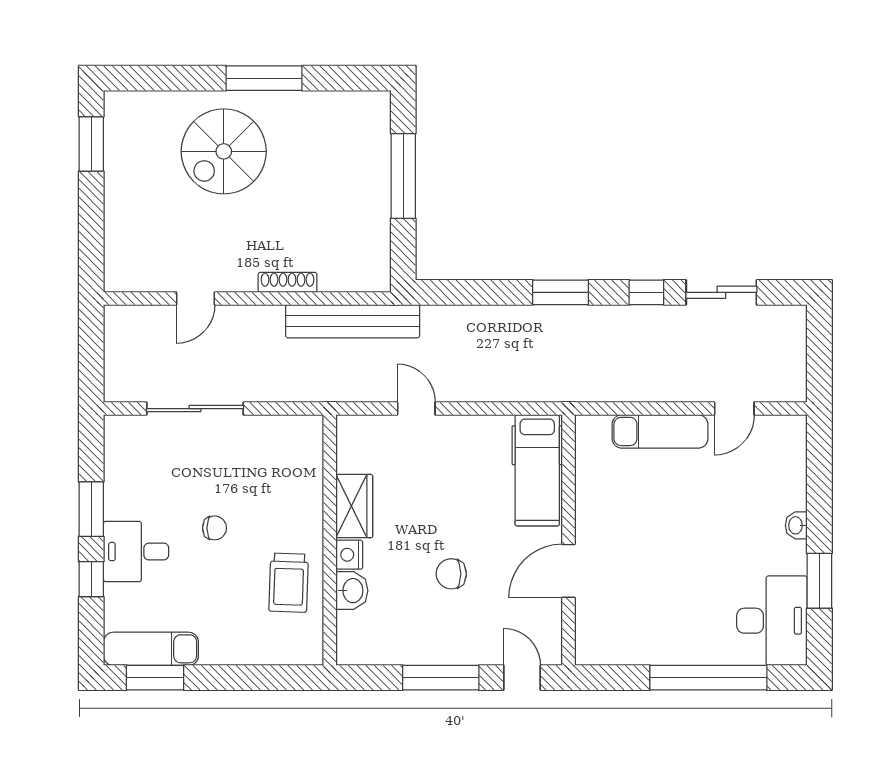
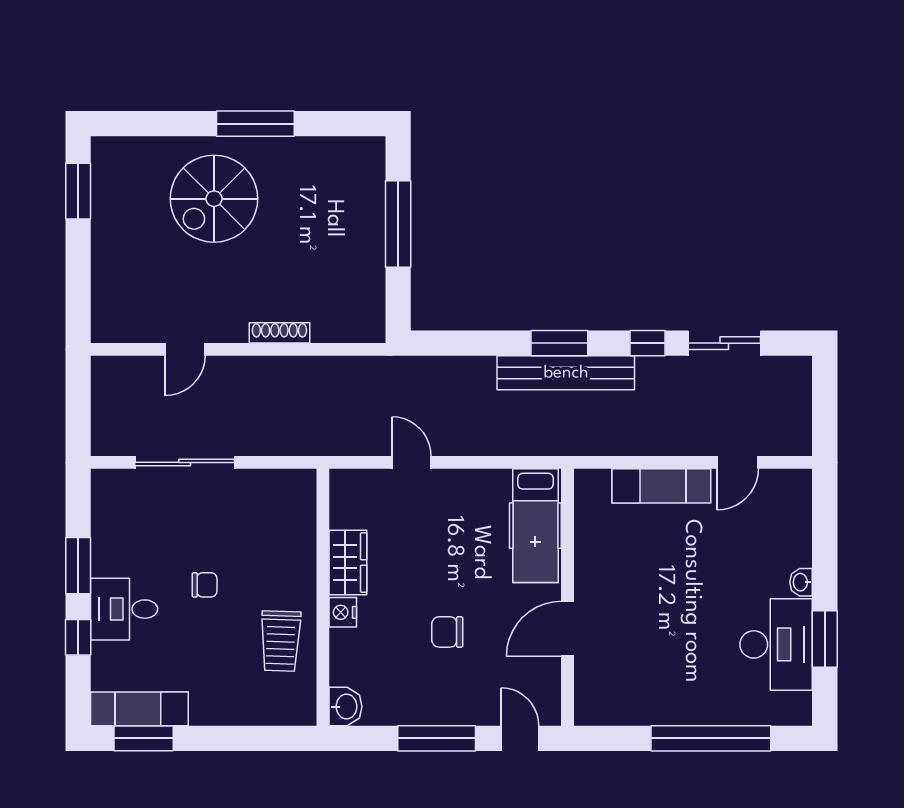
bench: (353, 321) -> (566, 373), moved
washbasin: (352, 591) -> (346, 707), moved
desk: (772, 621) -> (776, 644), moved

